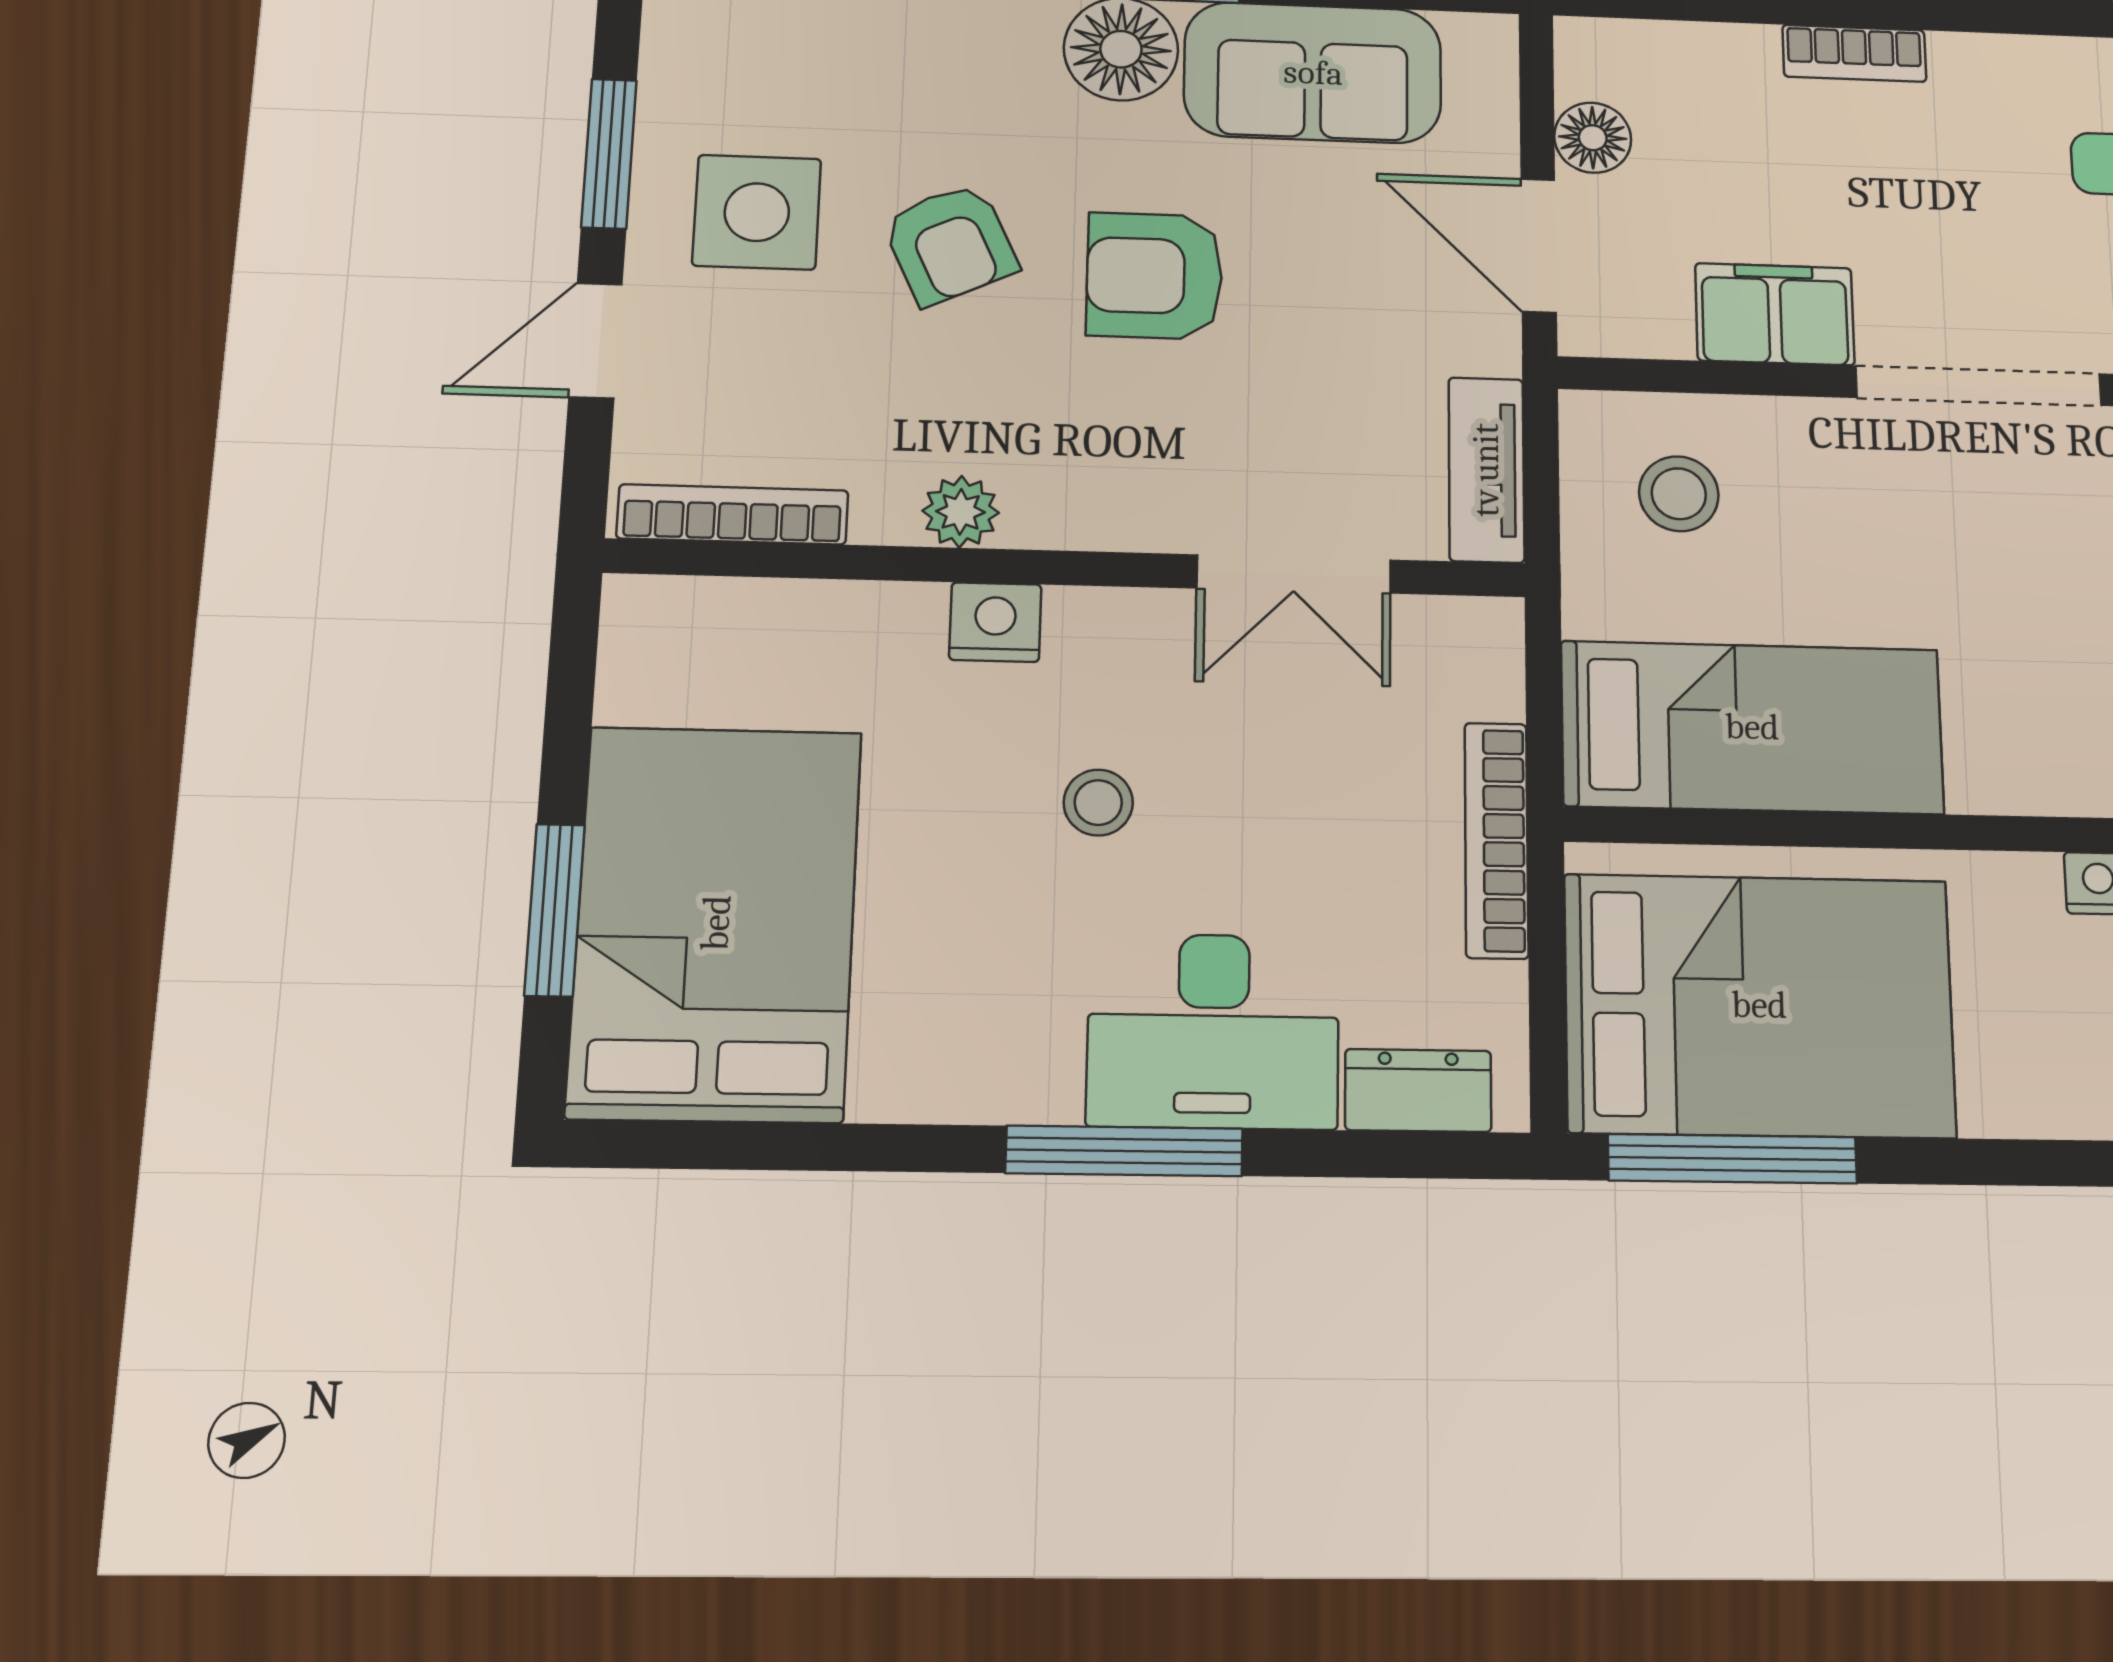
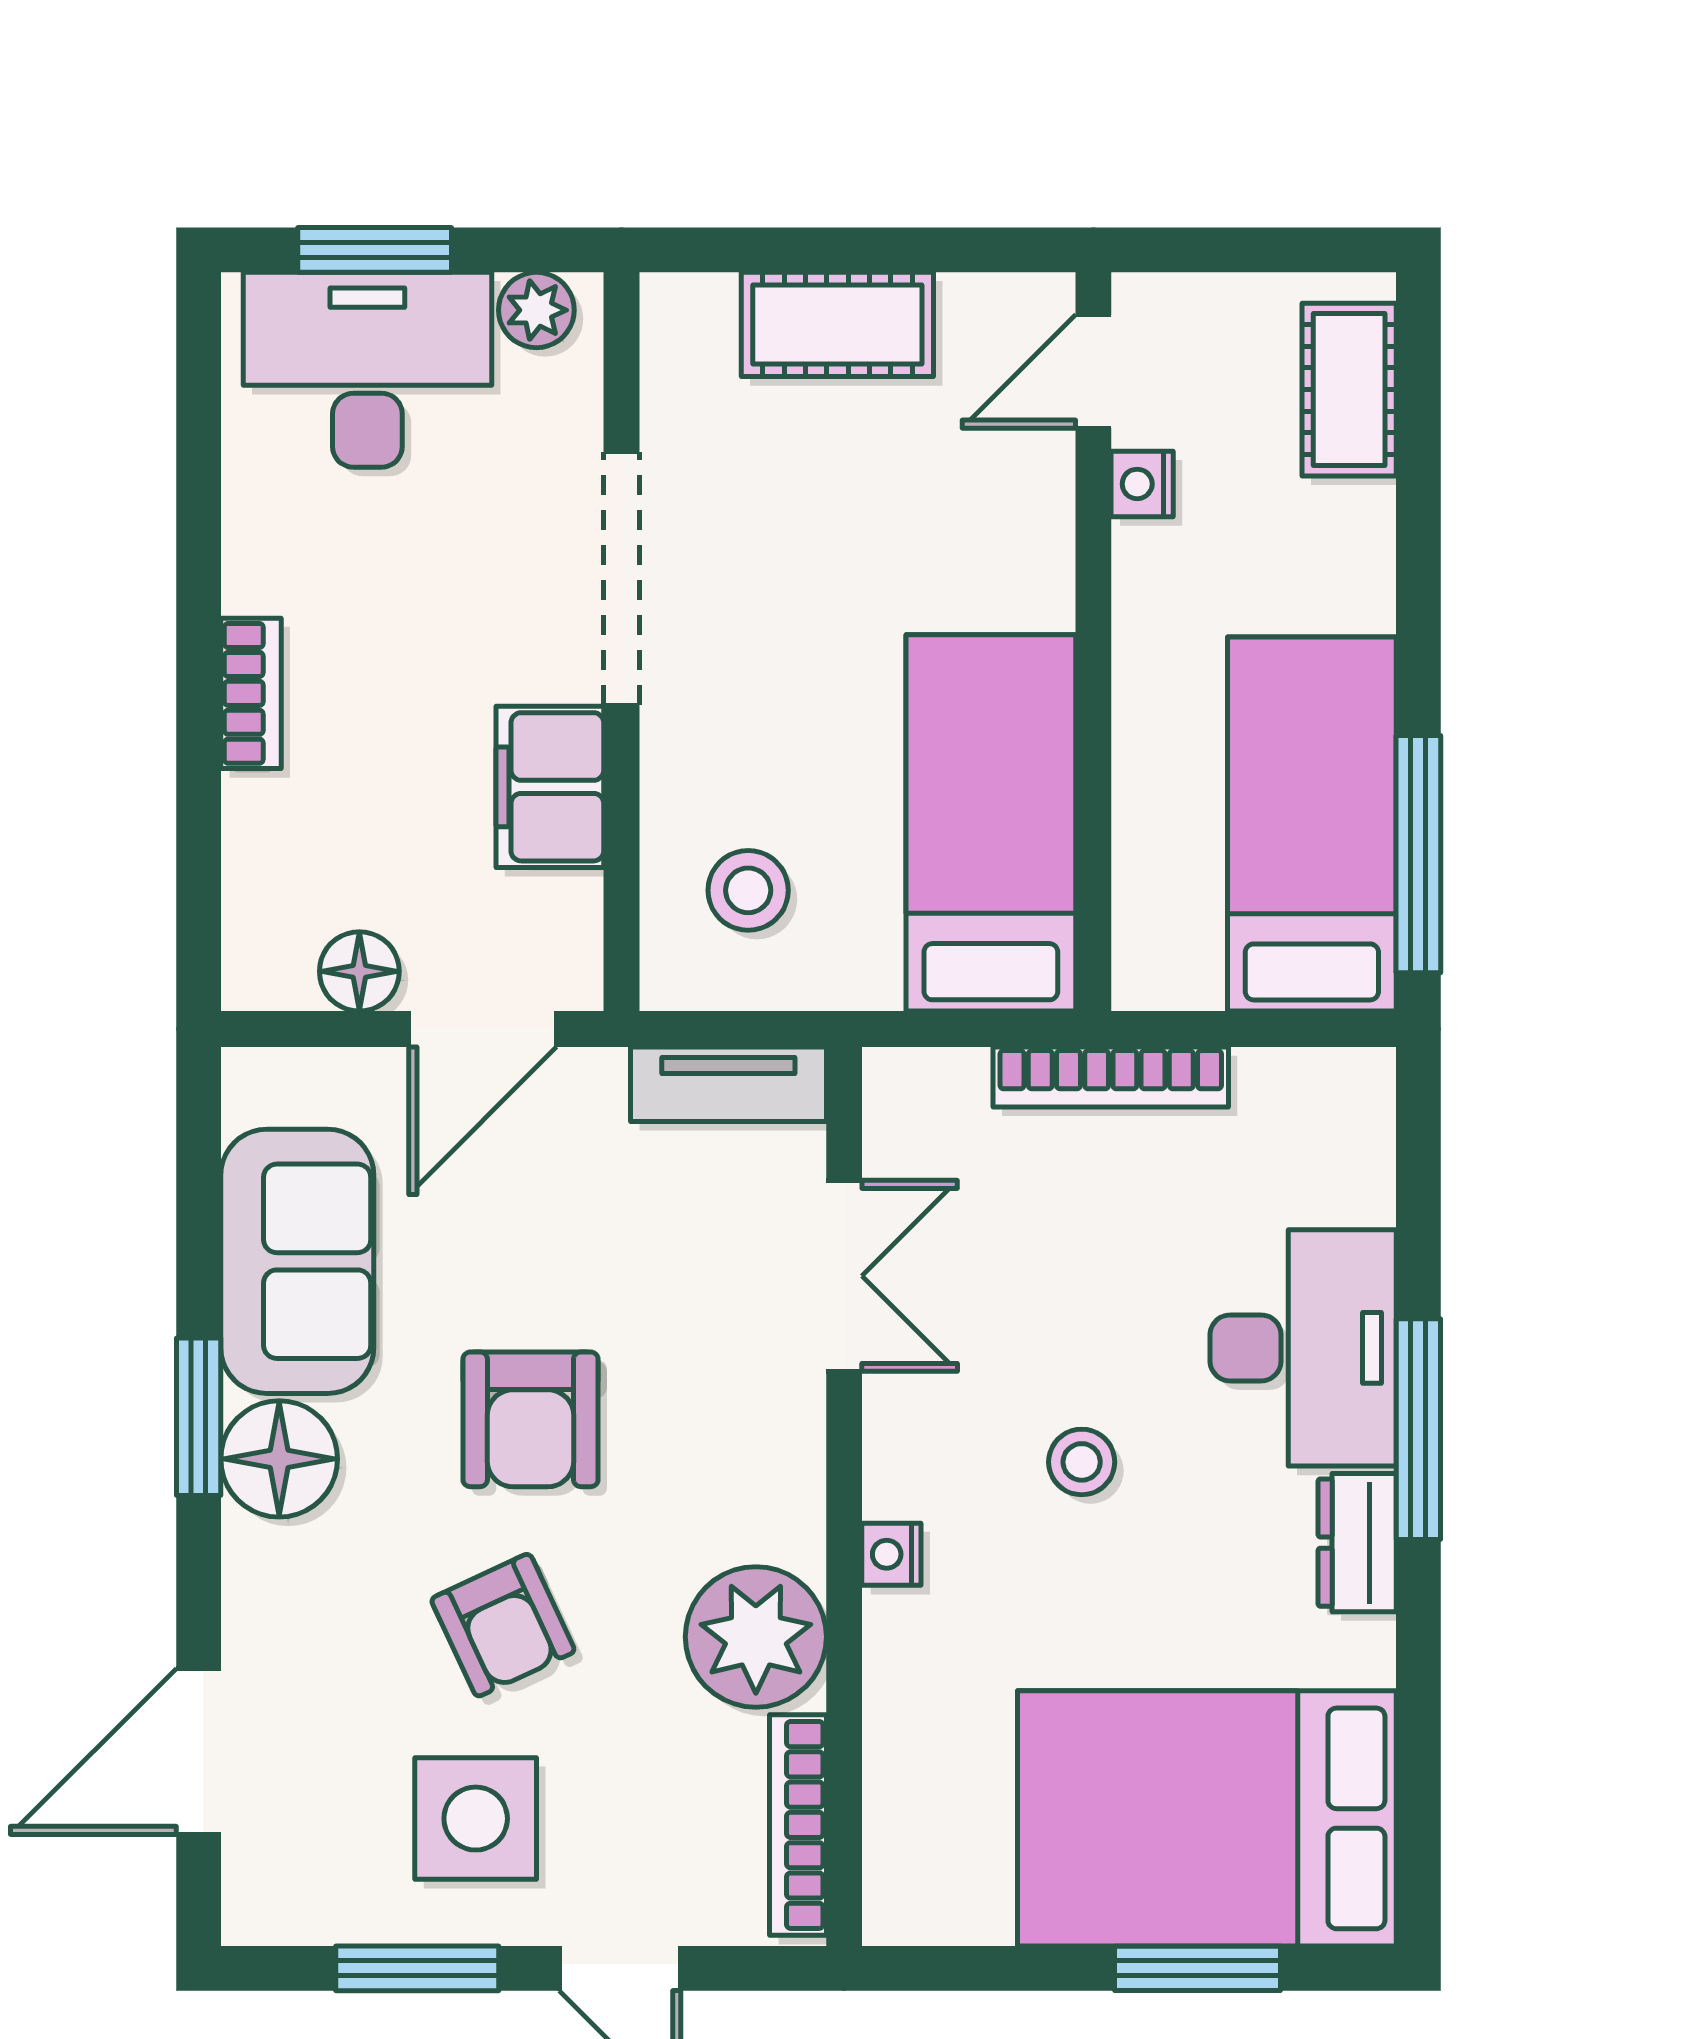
armchair: (950, 244) -> (503, 1625), turned 90
plant: (961, 512) -> (756, 1637), width x1.87, depth x1.87
nightstand: (995, 622) -> (891, 1554), width x0.72, depth x0.74
bed: (1759, 1005) -> (1312, 824), width x0.67
dresser: (1418, 1090) -> (1357, 1543), moved

